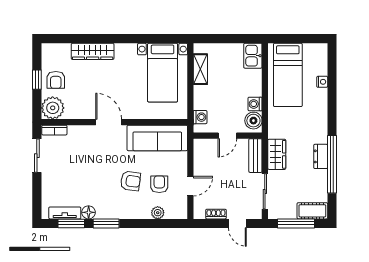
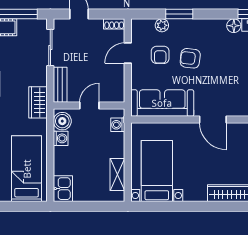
wardrobe: (277, 154) -> (38, 102), moved
shoe rack: (216, 214) -> (114, 24), moved
window: (106, 223) -> (179, 14), moved

